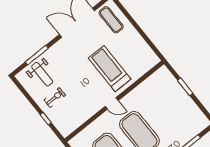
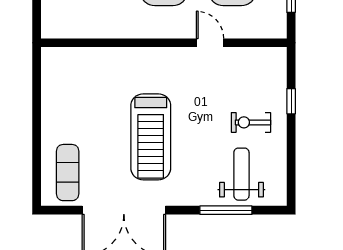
treadmill: (110, 69) -> (151, 137), moved
door: (112, 103) -> (210, 43), moved

